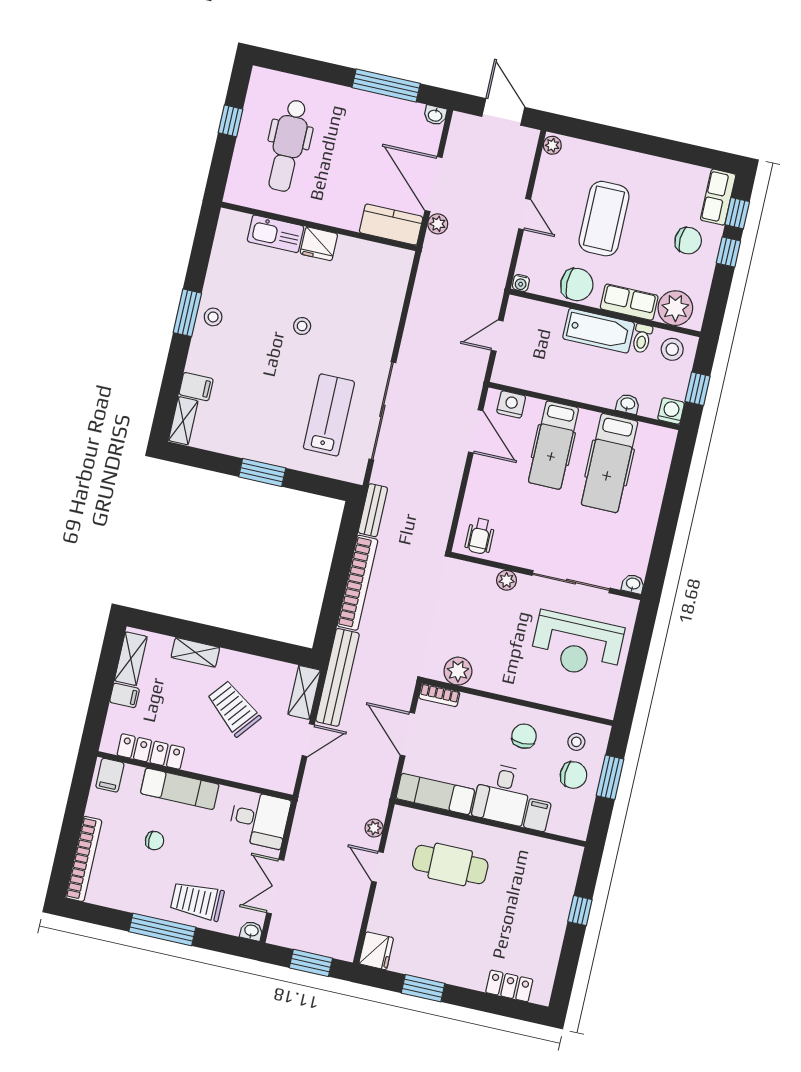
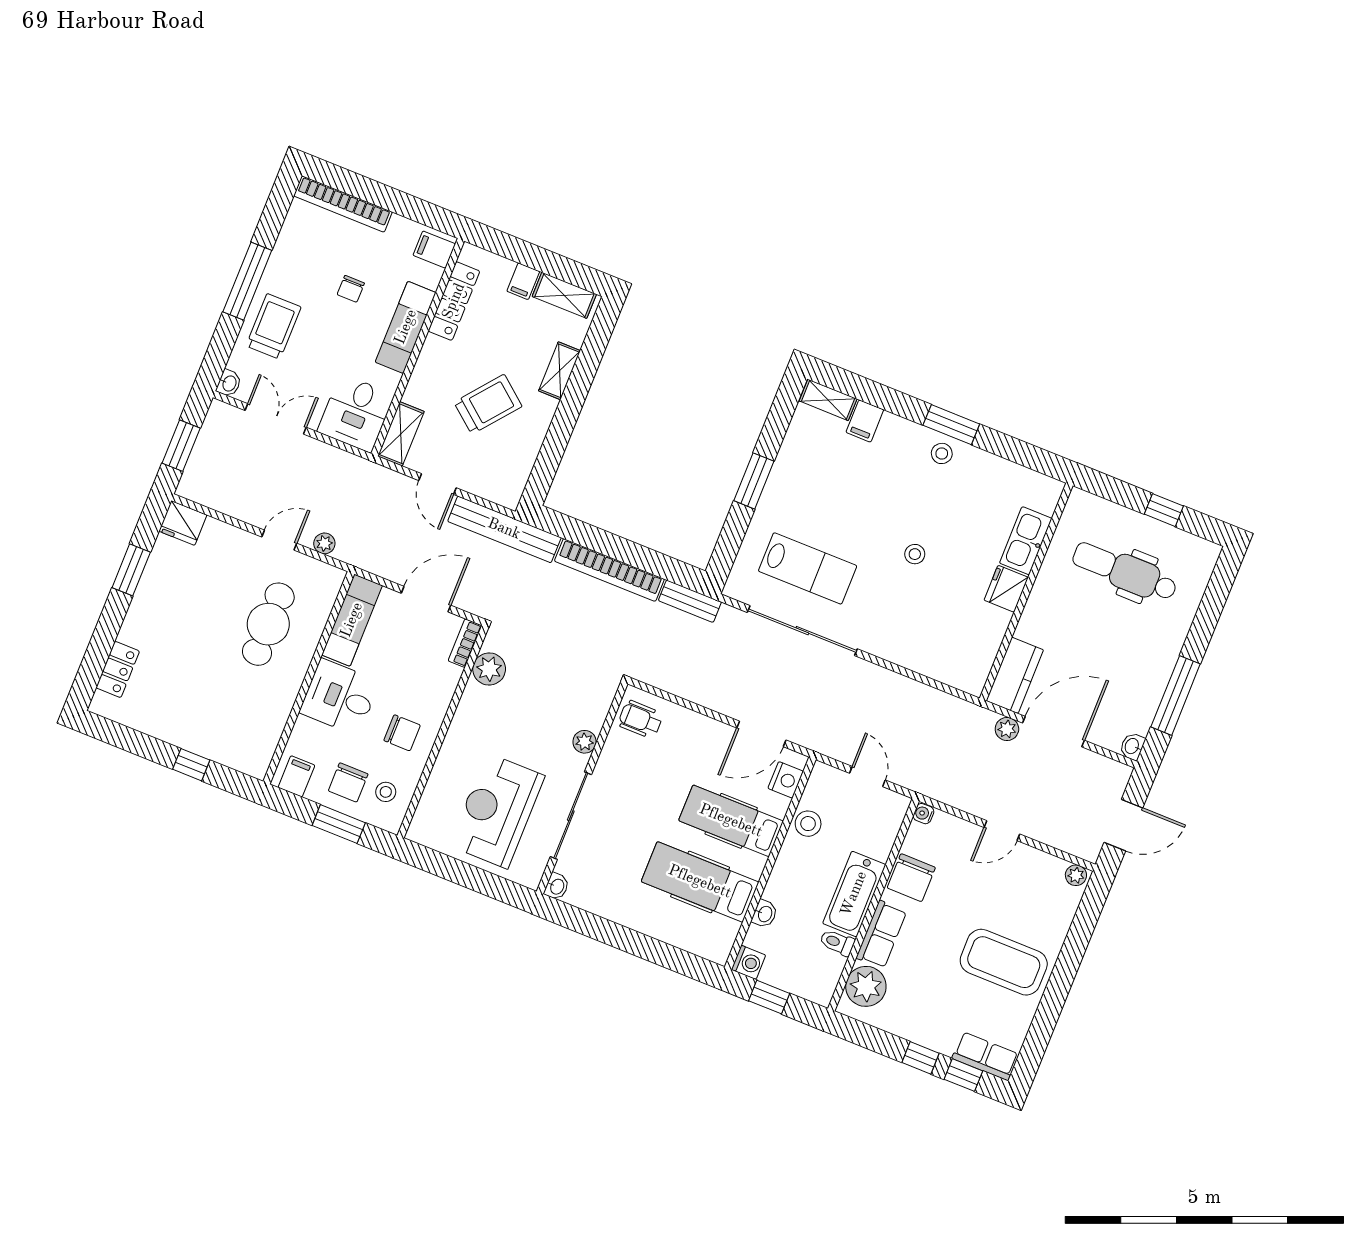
coffee table: (604, 219) -> (1004, 962), moved
chair: (688, 241) -> (941, 1014), removed
stool: (672, 349) -> (808, 824), moved
shelving: (304, 692) -> (401, 434), moved, turned 90
filing cabinet: (537, 815) -> (296, 776), moved, turned -90

